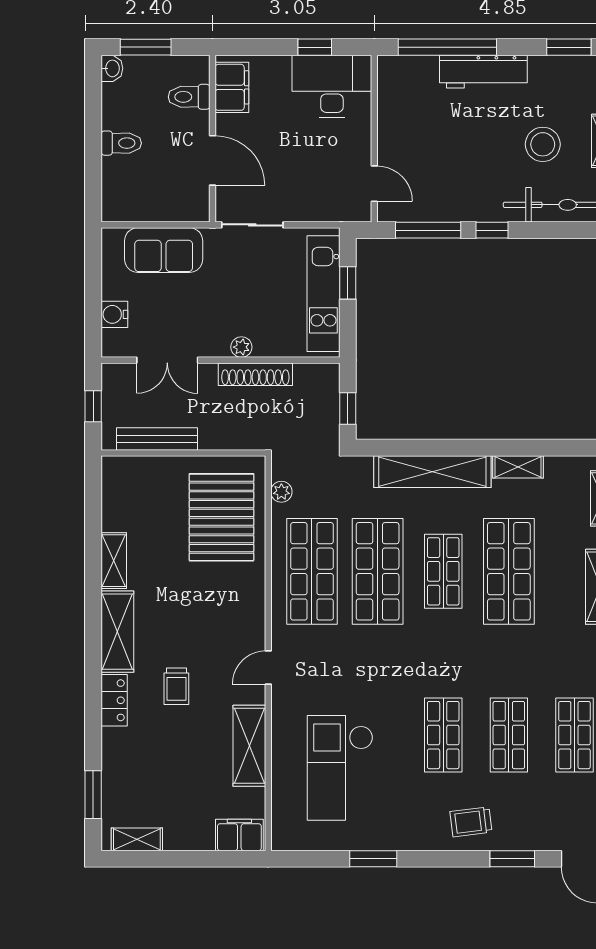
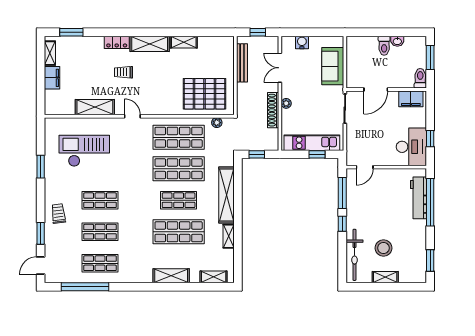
washbasin: (112, 68) -> (397, 41), moved
workbench: (483, 72) -> (418, 198), moved
toilet: (189, 97) -> (420, 78), moved
filing cabinet: (239, 835) -> (52, 78), moved

